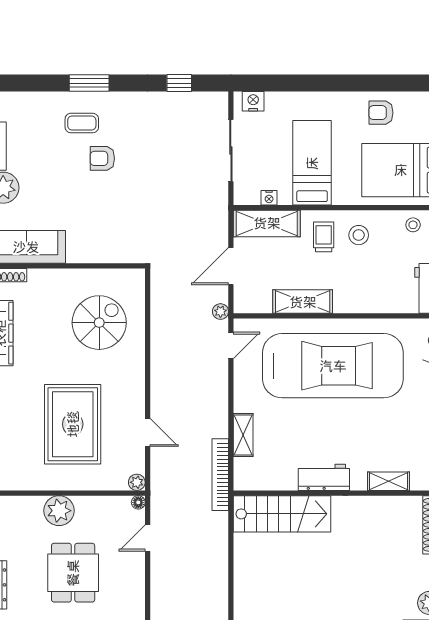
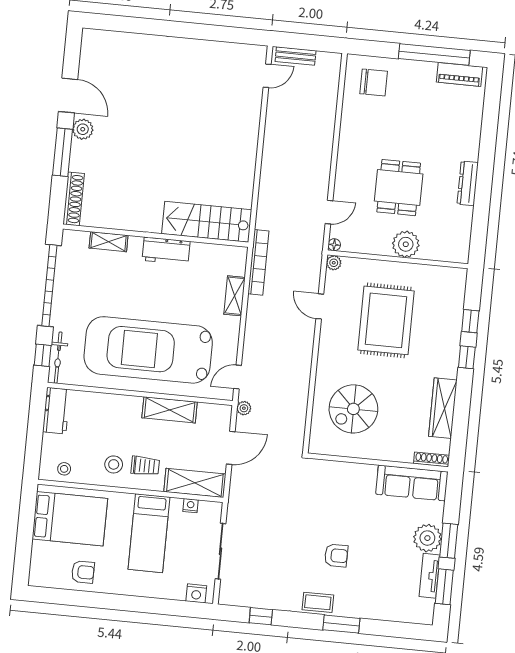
coffee table: (82, 123) -> (318, 602), moved
trolley: (324, 237) -> (145, 466), turned -90

